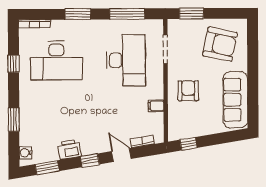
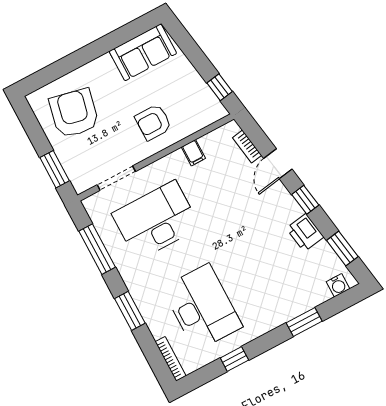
sofa: (235, 100) -> (143, 52), width x0.73

